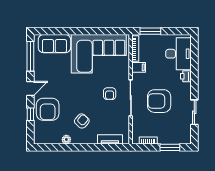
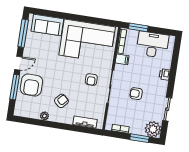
desk: (178, 54) -> (153, 45), moved, turned -90
armchair: (159, 101) -> (136, 94), width x0.53, depth x0.53
window: (30, 114) -> (15, 87), width x2.17
plant: (183, 136) -> (153, 129), added

